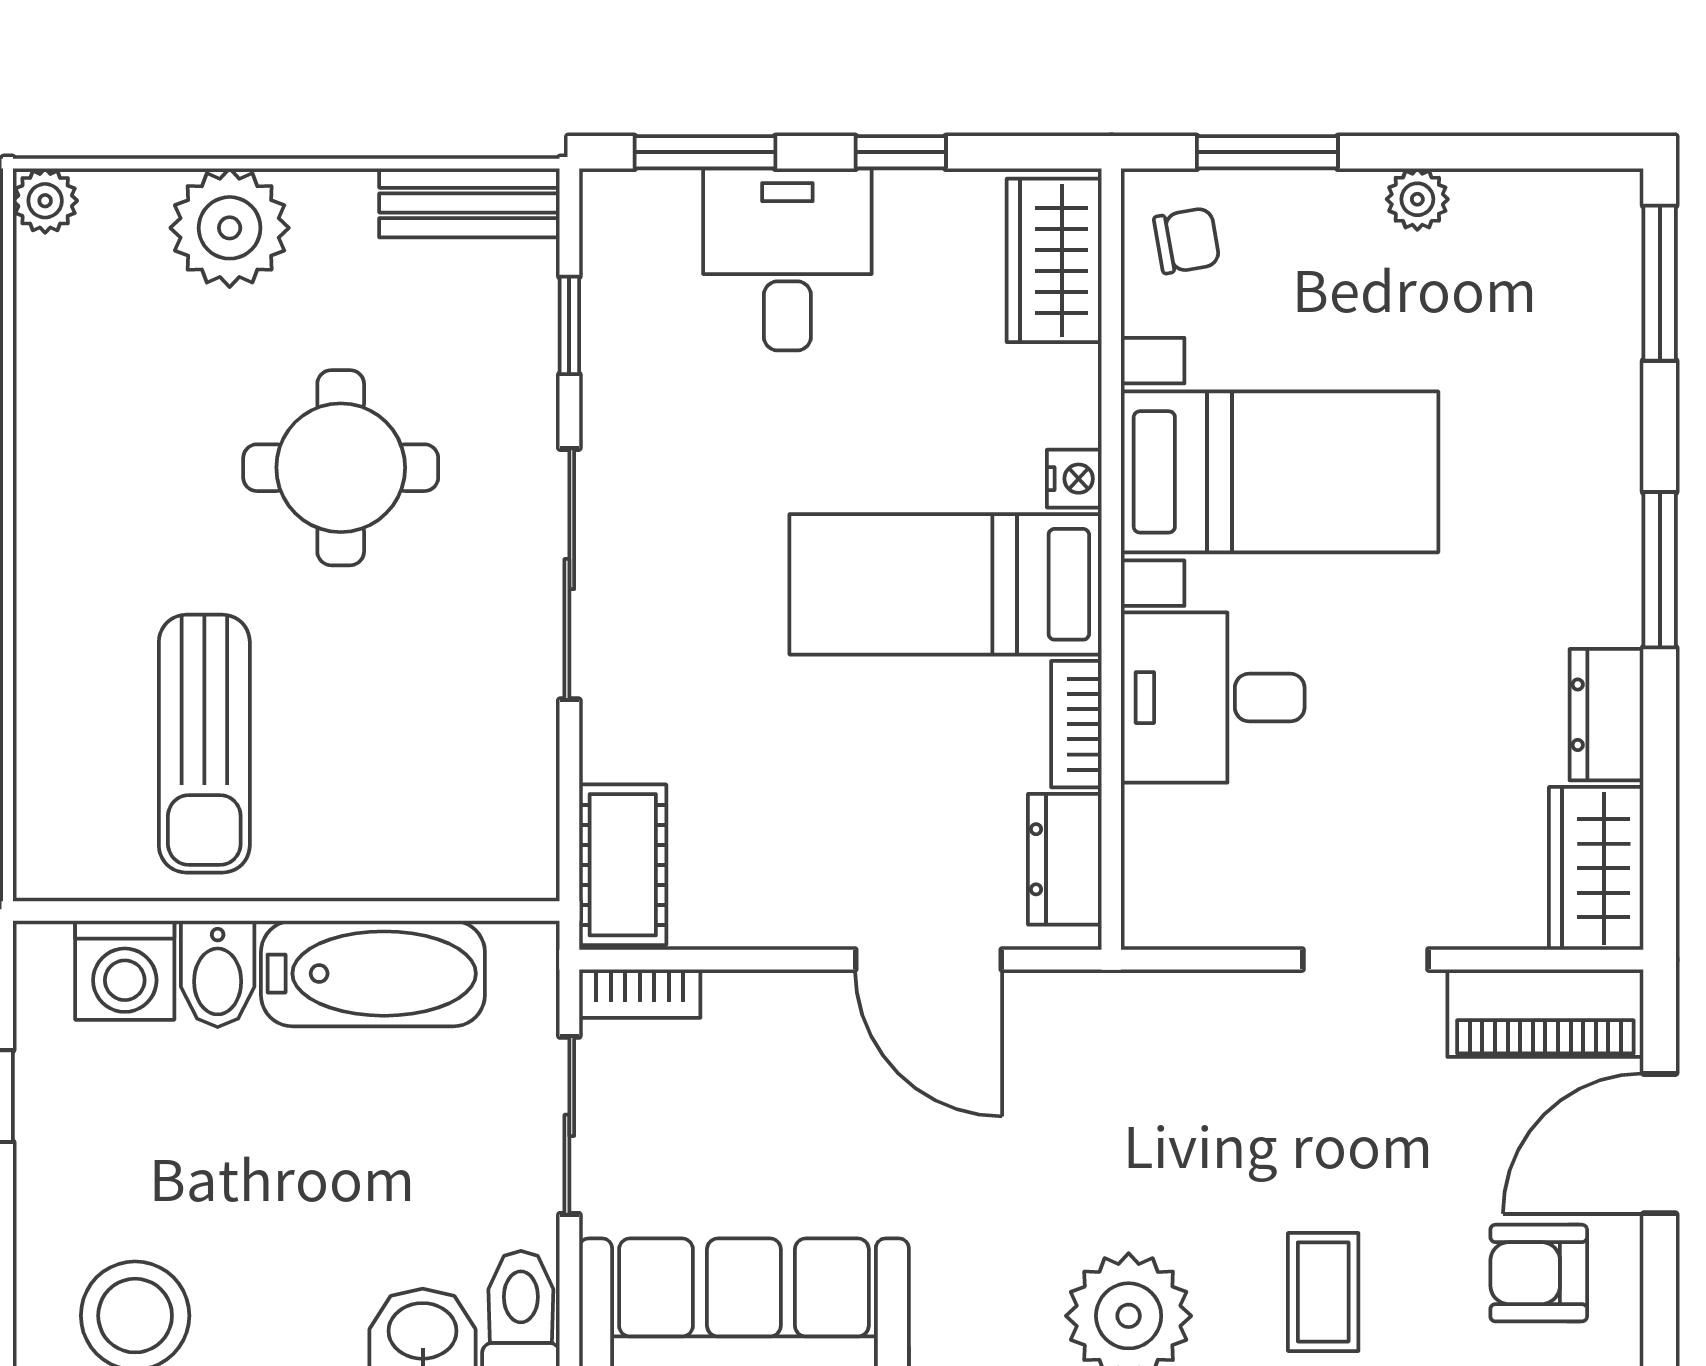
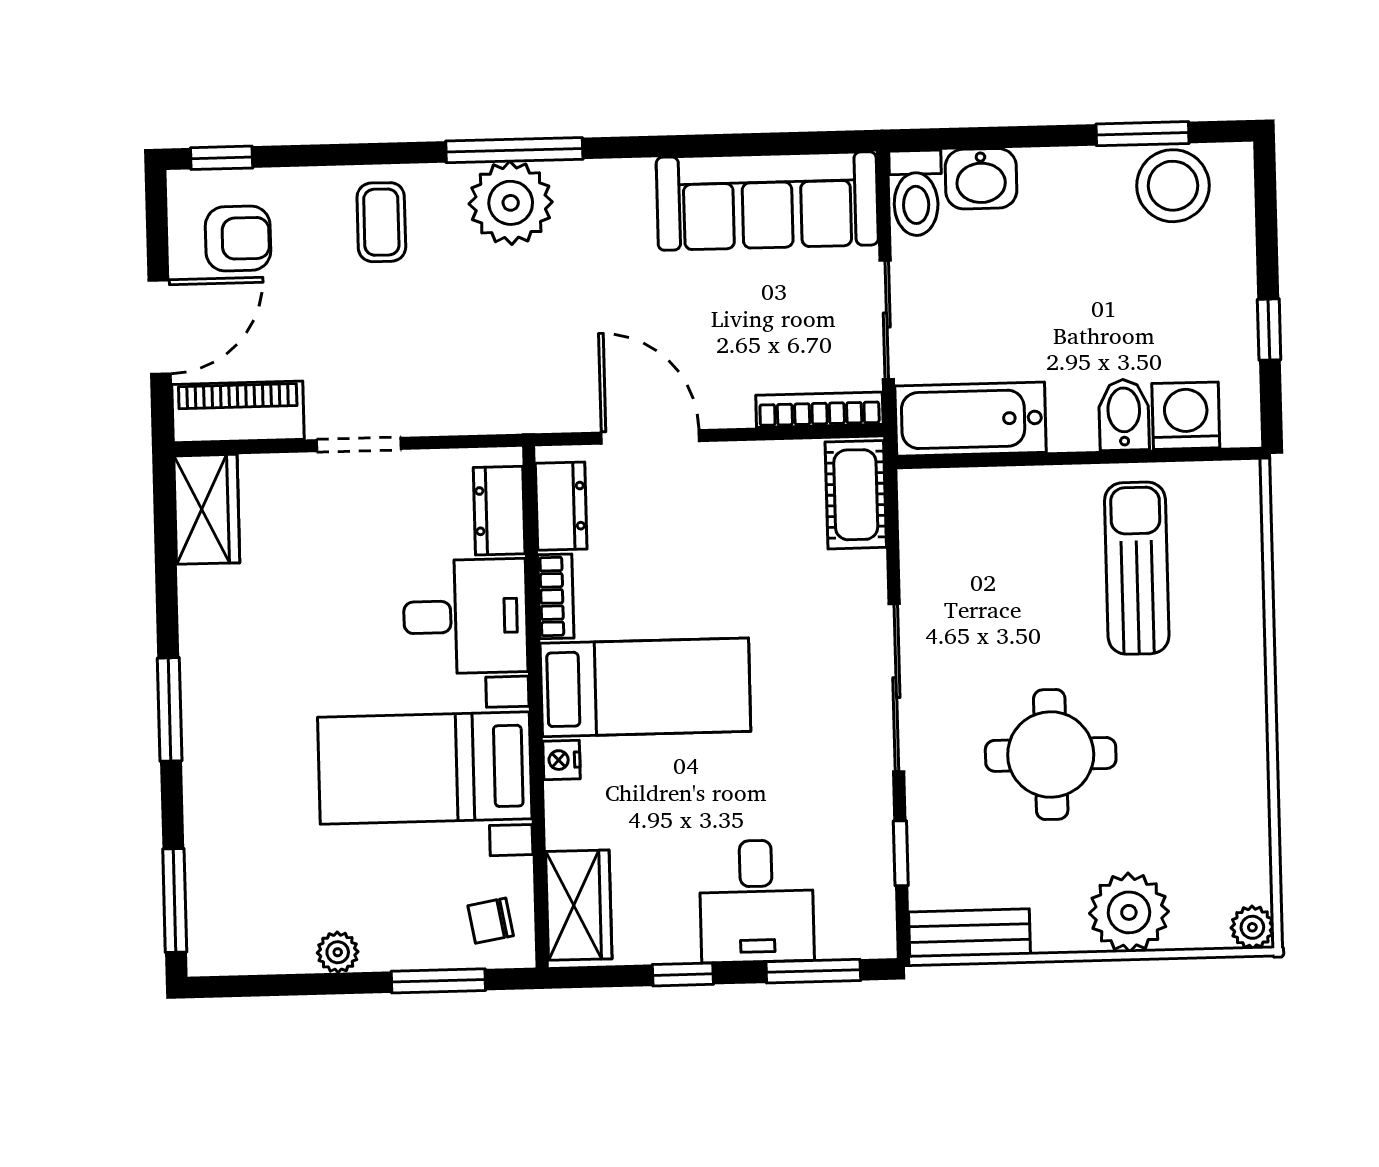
dresser: (1607, 715) -> (499, 511), moved, turned 180
bathtub: (373, 974) -> (971, 419), moved
bookcase: (640, 994) -> (819, 410), width x1.56

